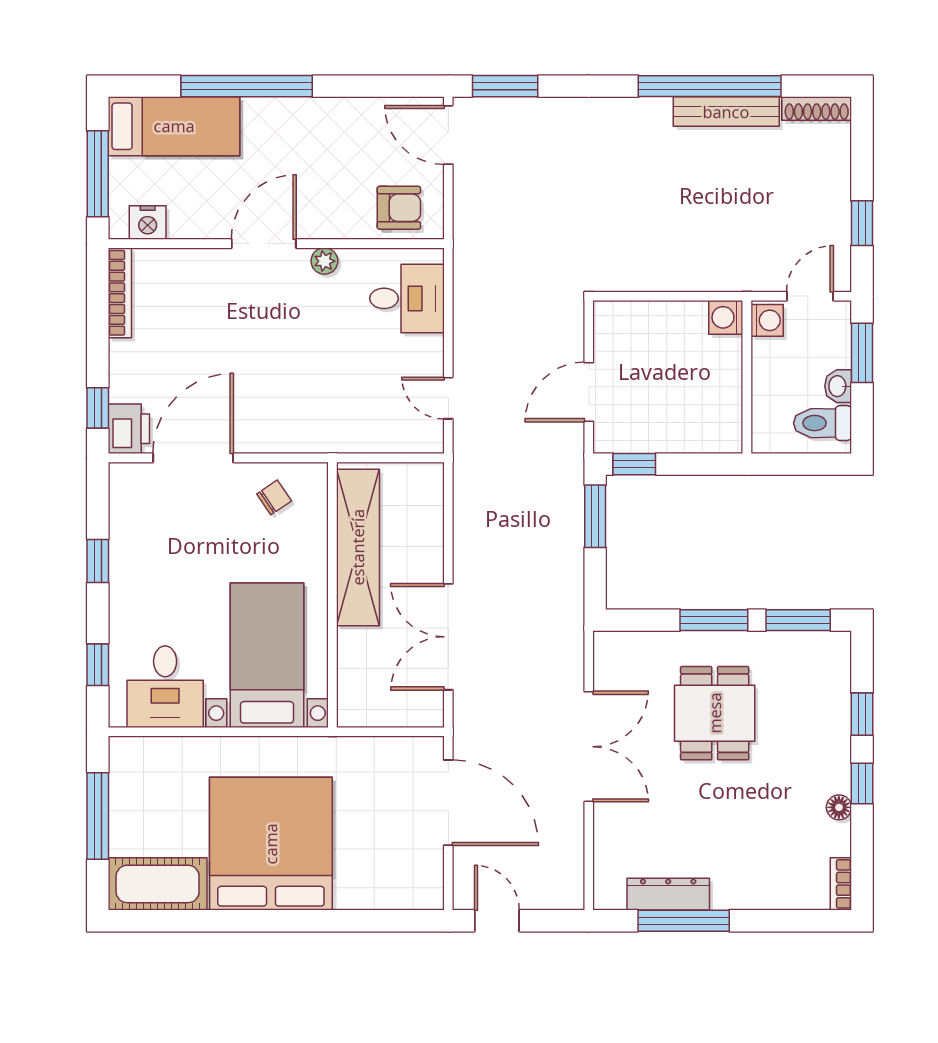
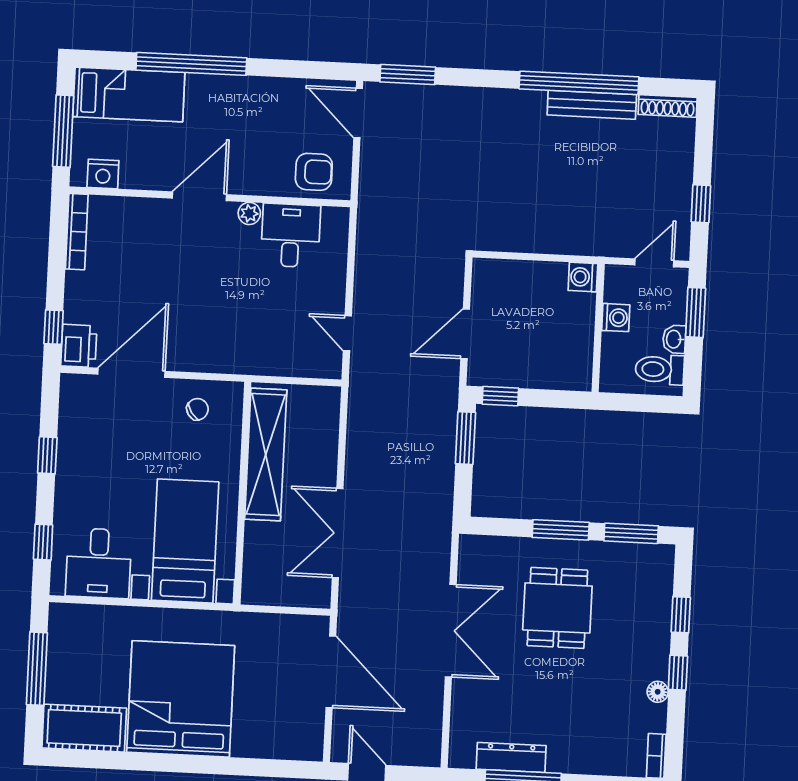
desk: (407, 298) -> (291, 235), moved, turned -90
washing machine: (767, 320) -> (616, 318), moved

